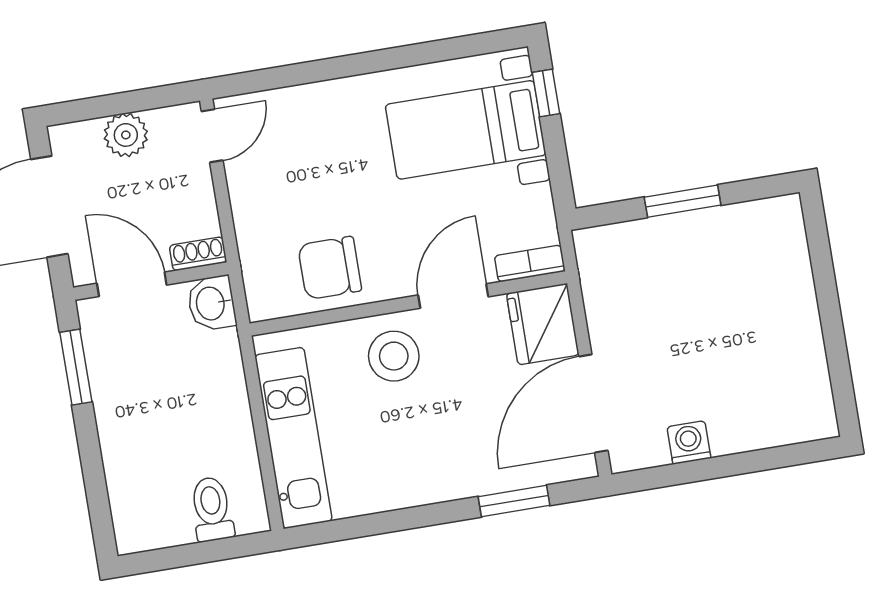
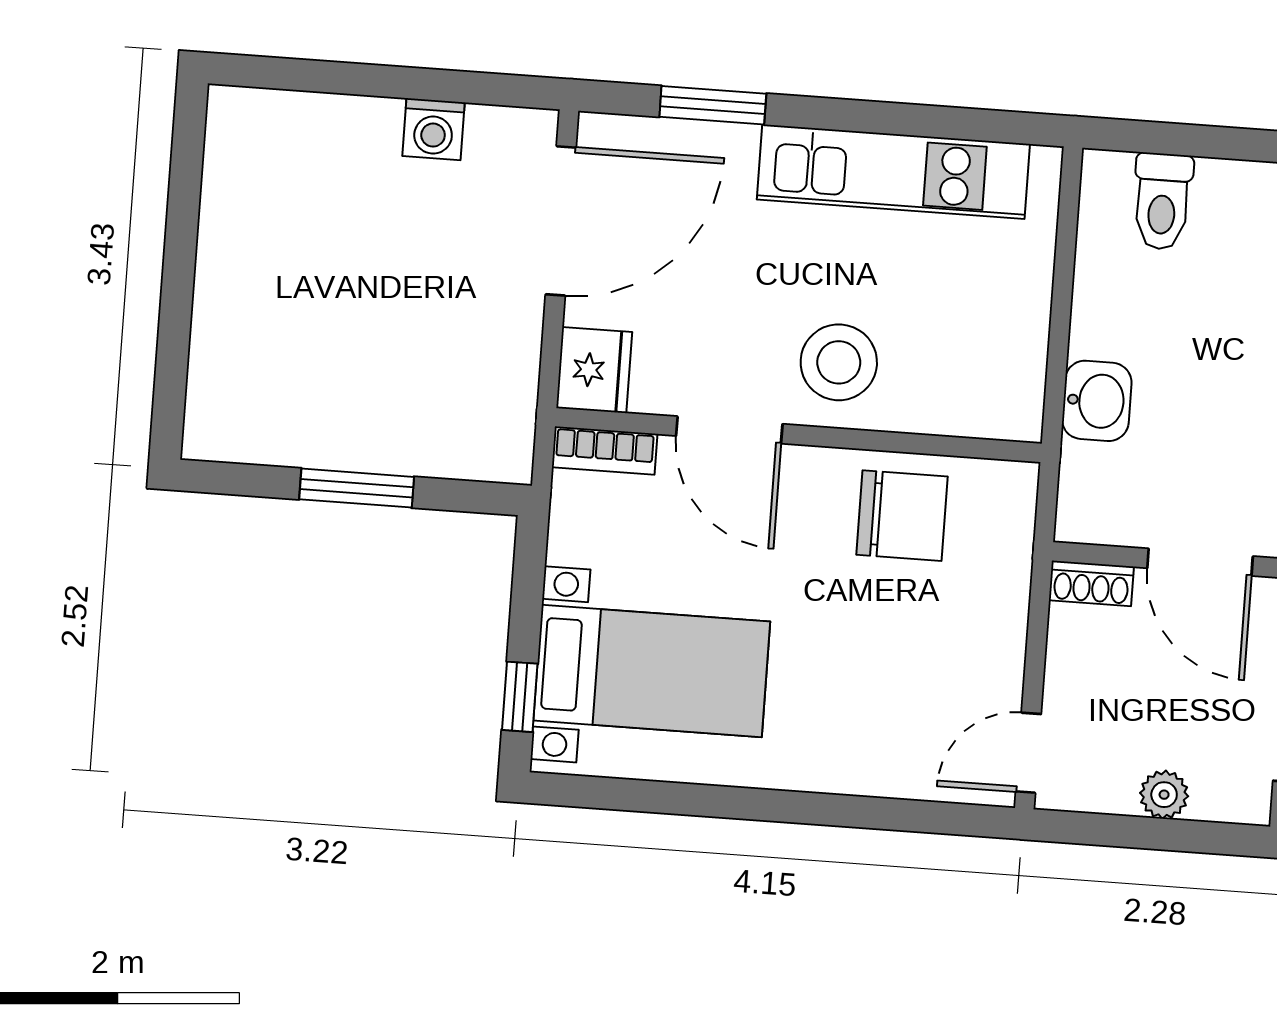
plant: (126, 135) -> (1164, 795), width x0.73, depth x0.73
door: (453, 296) -> (729, 430), hinge flipped
washbasin: (212, 303) -> (1097, 401), moved
fridge: (543, 324) -> (594, 370), width x0.73, depth x0.75
kitchen unit: (293, 438) -> (893, 172), moved, turned -90

